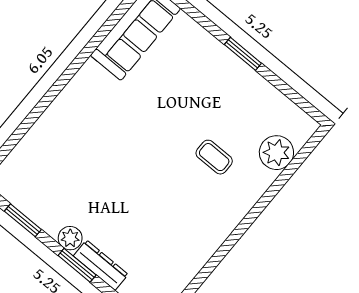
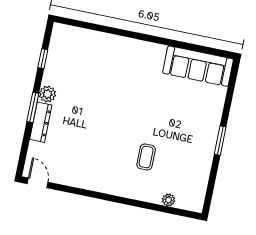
plant: (276, 153) -> (169, 200), width x0.53, depth x0.53
window: (23, 220) -> (43, 59), width x0.67

